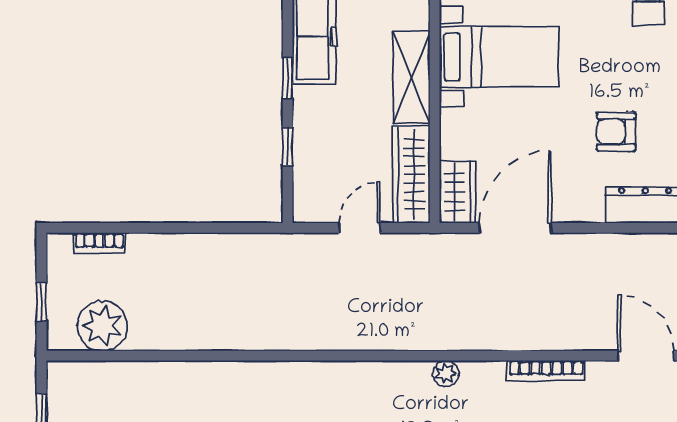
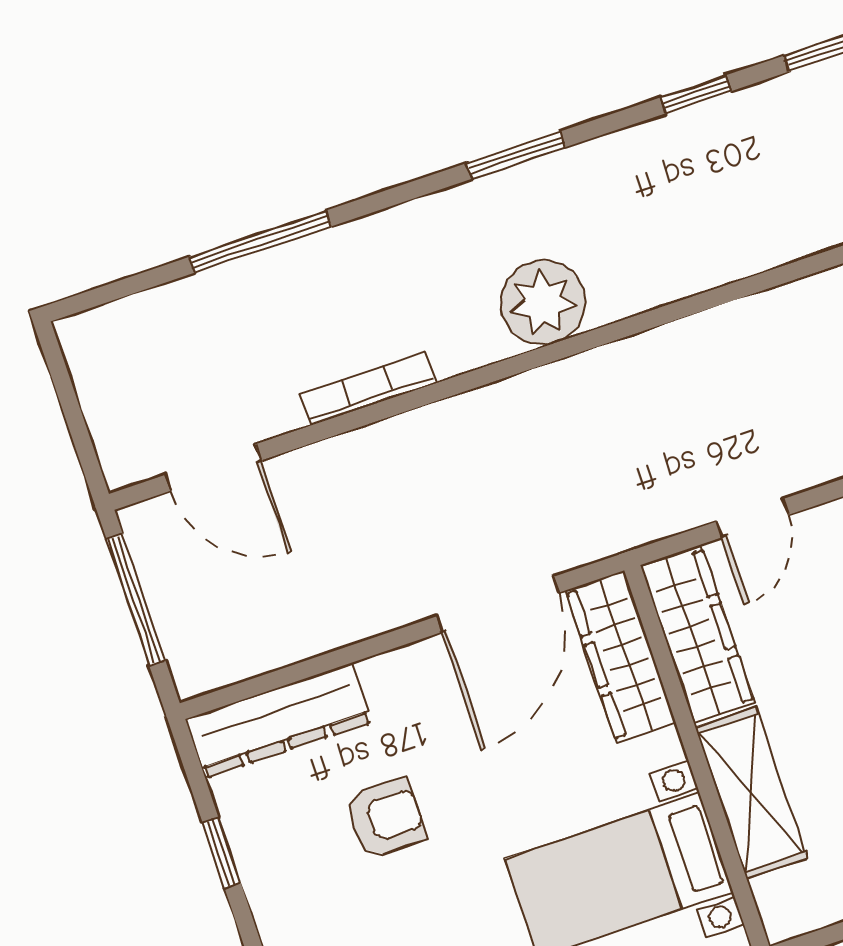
wardrobe: (457, 192) -> (621, 656), width x1.50
plant: (446, 374) -> (543, 303), width x1.88, depth x1.88

